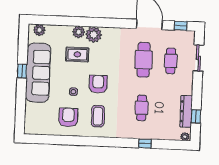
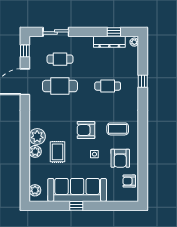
armchair: (68, 117) -> (120, 158), turned -90
armchair: (45, 126) -> (129, 181), added

